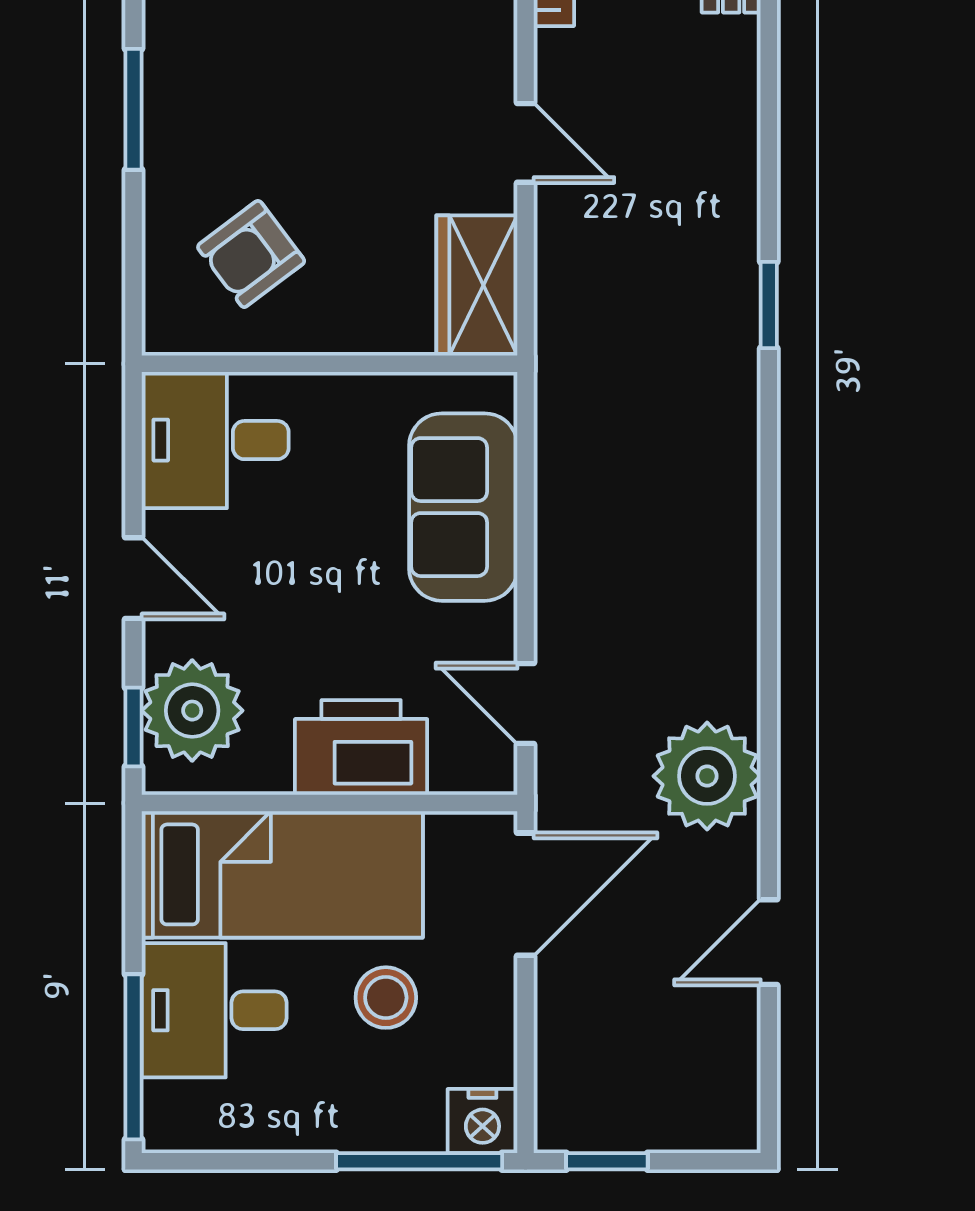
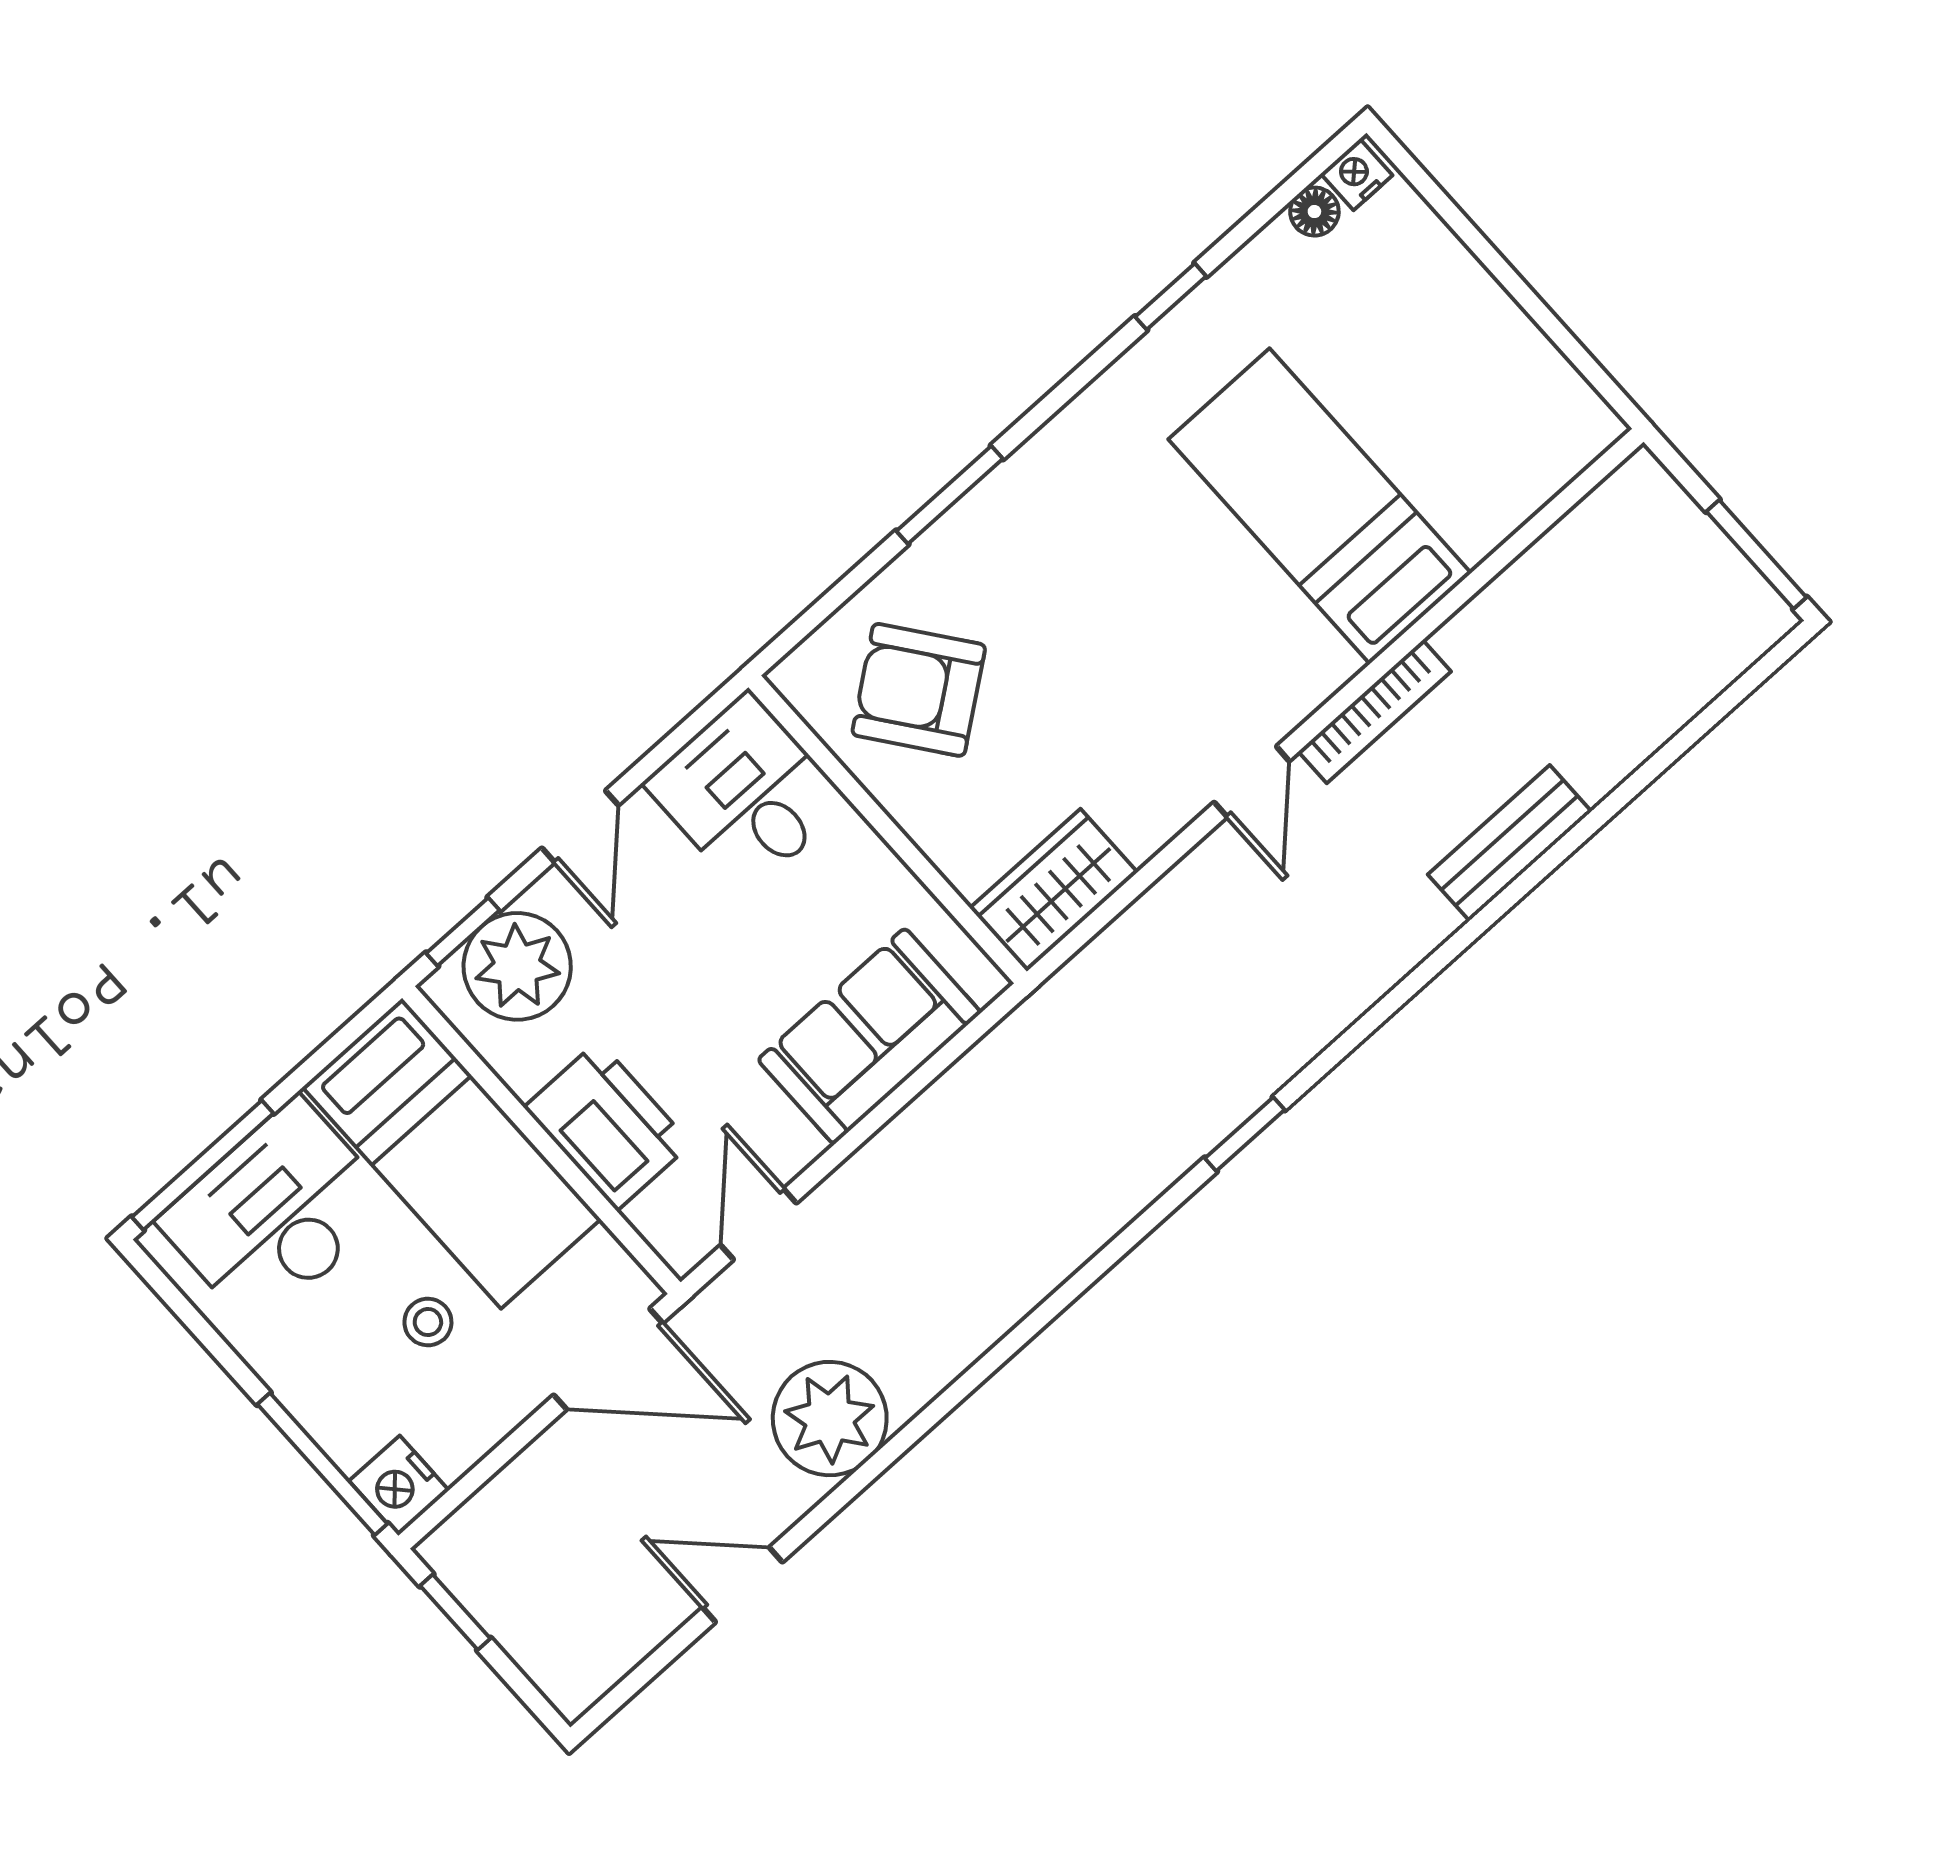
door: (526, 143) -> (1252, 782), moved
armchair: (251, 254) -> (919, 690), width x1.38, depth x1.38
stool: (386, 998) -> (428, 1322), width x0.73, depth x0.73
desk: (214, 1010) -> (277, 1213), width x1.37

